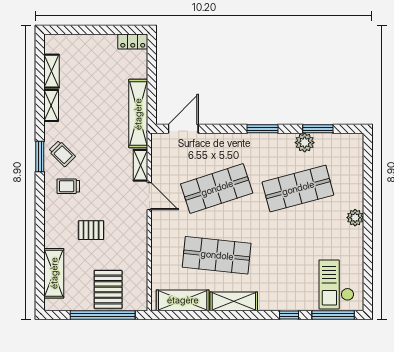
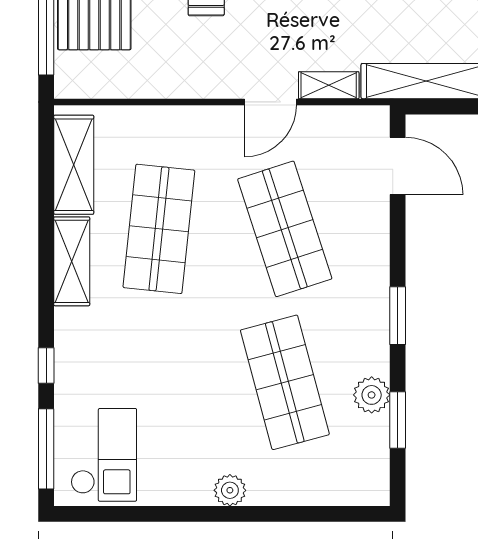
checkout: (336, 284) -> (104, 455), turned 90

